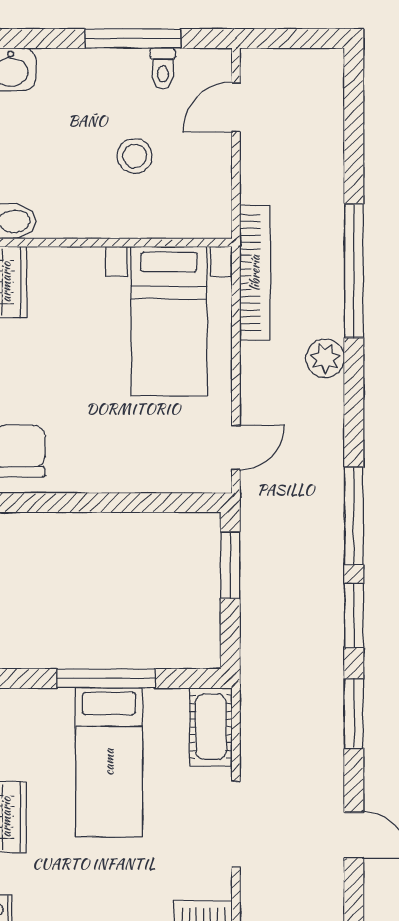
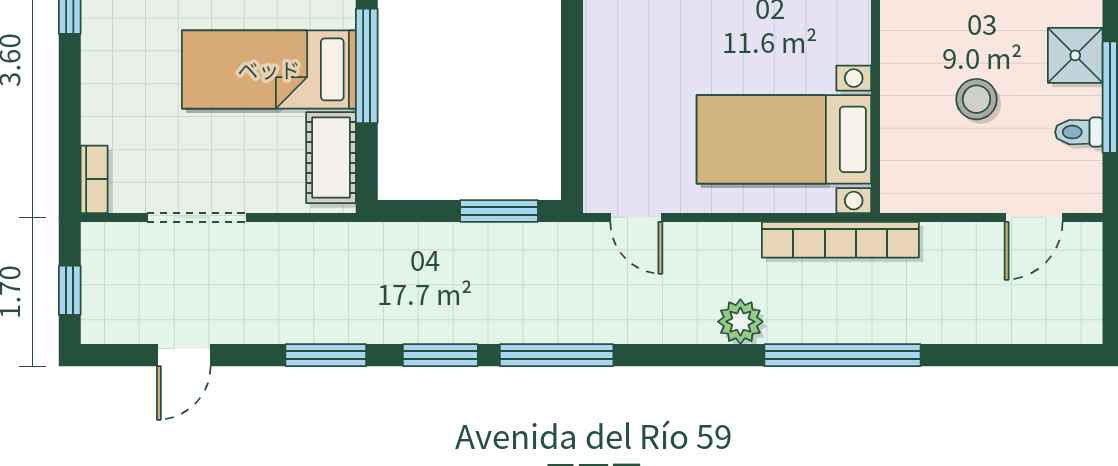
shower: (97, 71) -> (1075, 55), added
door: (236, 107) -> (1034, 217), swing flipped
cot: (211, 727) -> (331, 158), moved, turned 90

